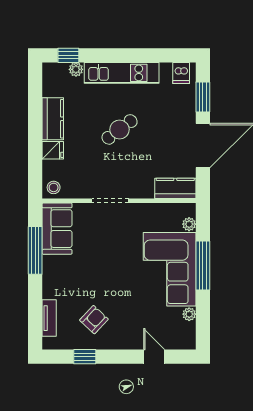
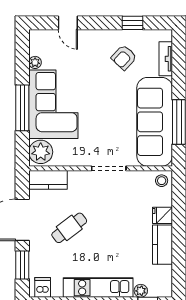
cafe table: (120, 129) -> (69, 228), moved
plant: (189, 224) -> (41, 152), width x1.87, depth x1.87
sofa: (57, 229) -> (155, 122), width x1.85, depth x1.27

